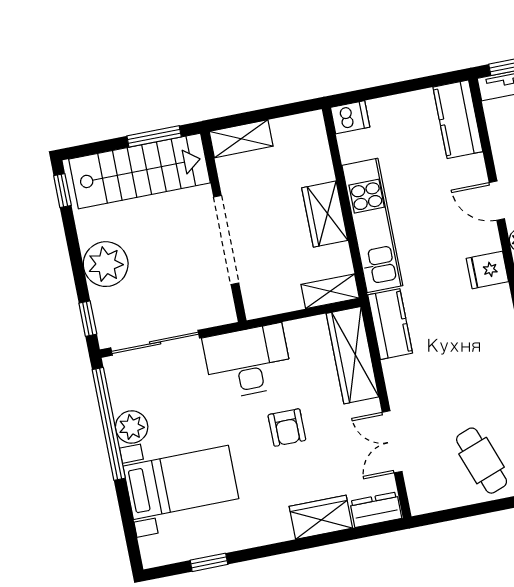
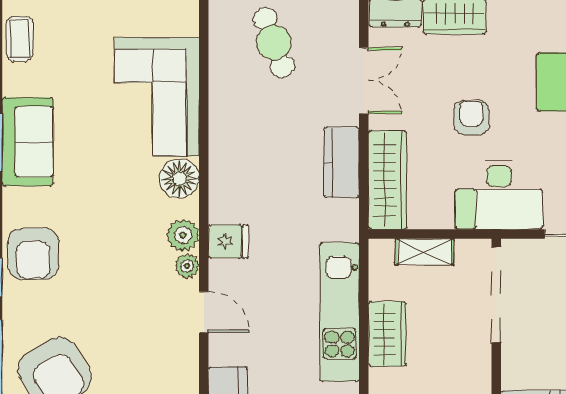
doorway: (226, 240) -> (496, 295), moved
shelving: (330, 291) -> (425, 252), moved
kitchen counter: (390, 324) -> (342, 163), moved

